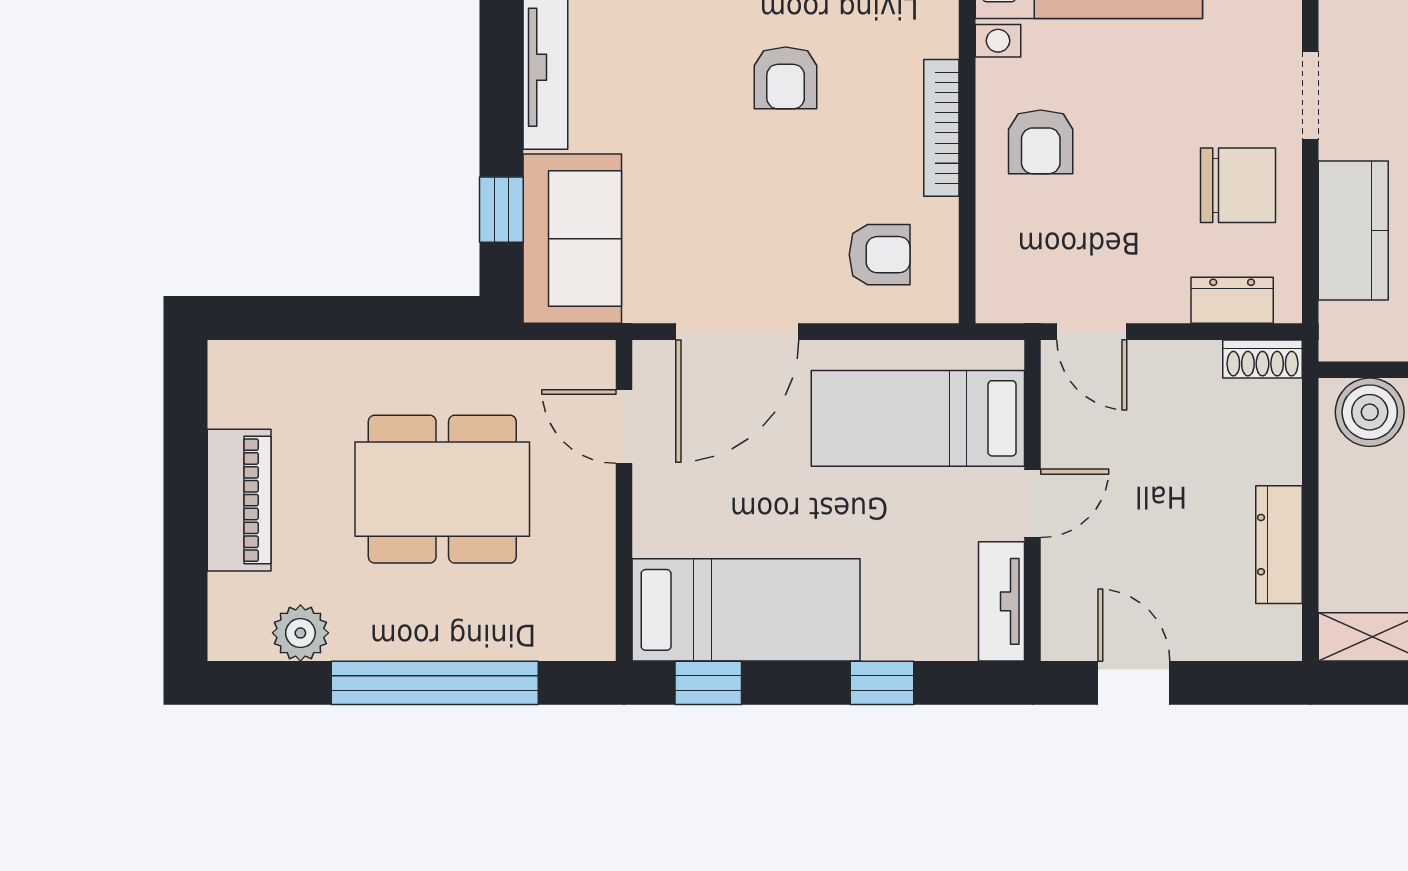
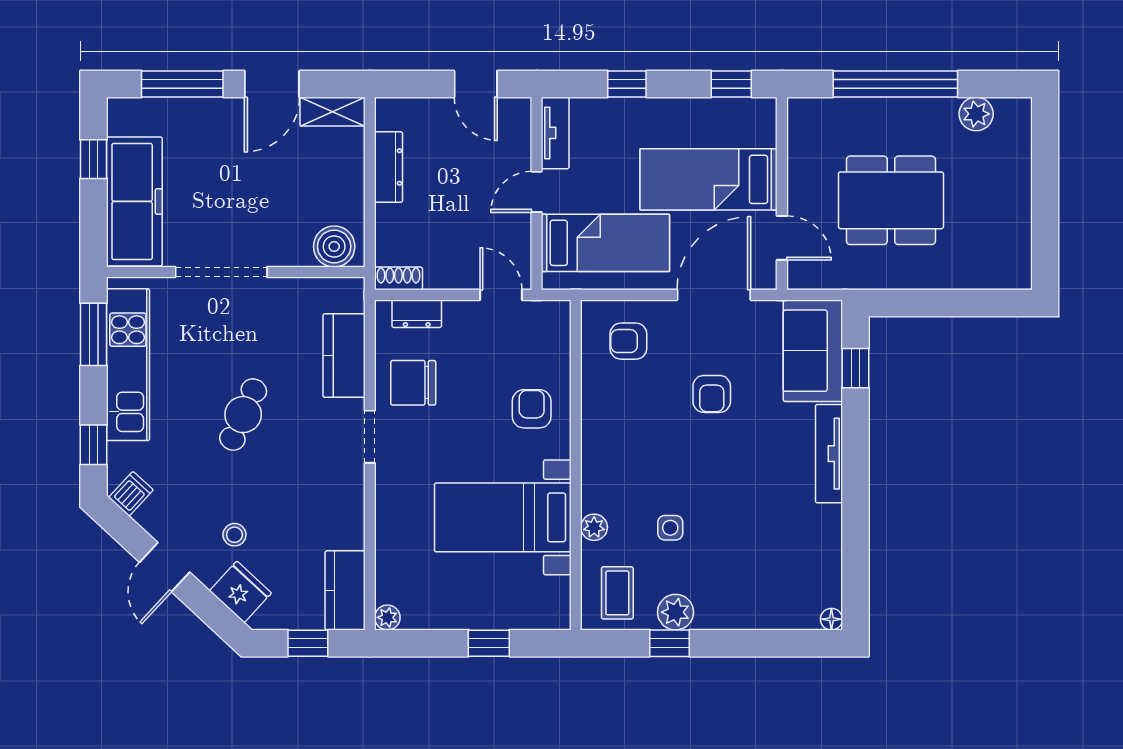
armchair: (786, 78) -> (712, 394), moved, turned 180
bookcase: (941, 128) -> (591, 417), removed
piano: (239, 500) -> (1013, 194), removed
bed: (746, 610) -> (709, 179), moved

